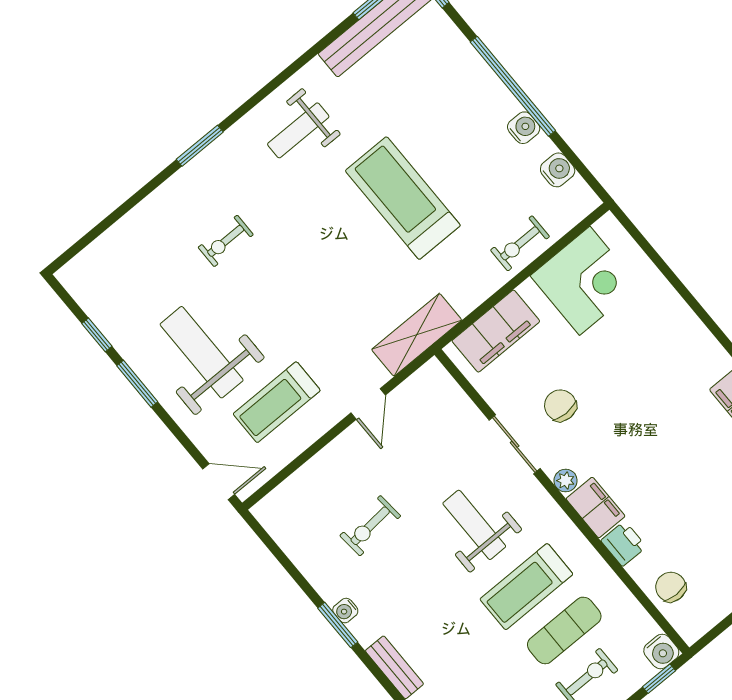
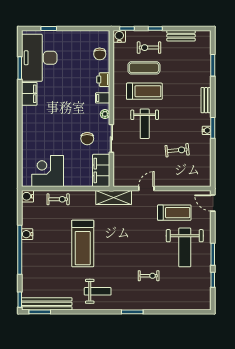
water cooler: (558, 170) -> (28, 196), moved
filing cabinet: (496, 331) -> (101, 170), moved, turned -90
filing cabinet: (596, 507) -> (103, 98), width x0.50

